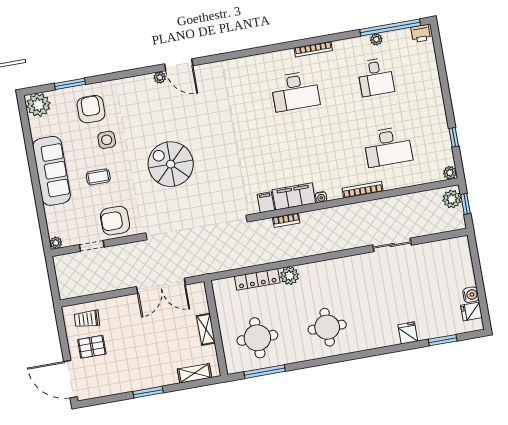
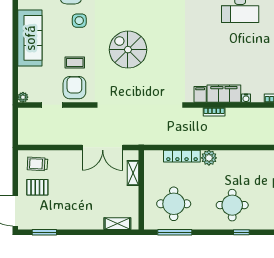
coffee table: (98, 177) -> (75, 63), moved
armchair: (115, 221) -> (74, 88), turned 90
shelving: (206, 329) -> (133, 173), moved
window: (344, 358) -> (241, 232), added
window: (148, 392) -> (44, 232), moved

